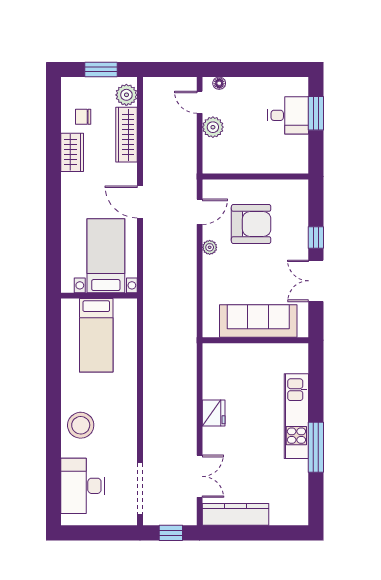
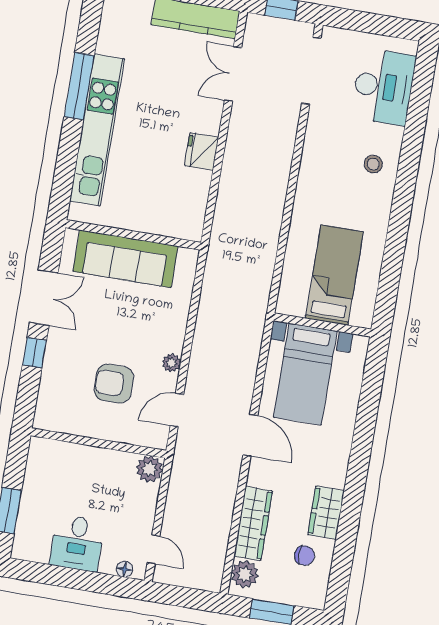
desk: (288, 115) -> (77, 543), moved, turned -90
plant: (213, 127) -> (150, 469), moved
armchair: (251, 224) -> (114, 384), width x0.73, depth x0.73
kitchen unit: (296, 416) -> (97, 130), width x1.36
stool: (81, 425) -> (373, 164), width x0.53, depth x0.53

